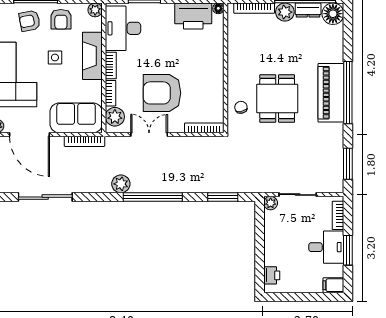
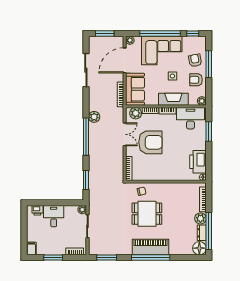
armchair: (162, 93) -> (150, 142), turned 90
desk: (326, 247) -> (54, 216), moved, turned 180

